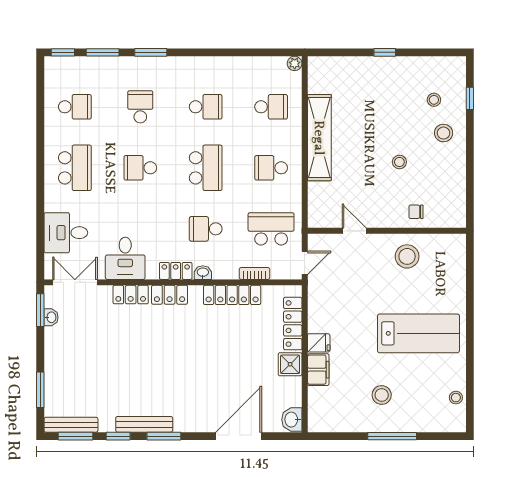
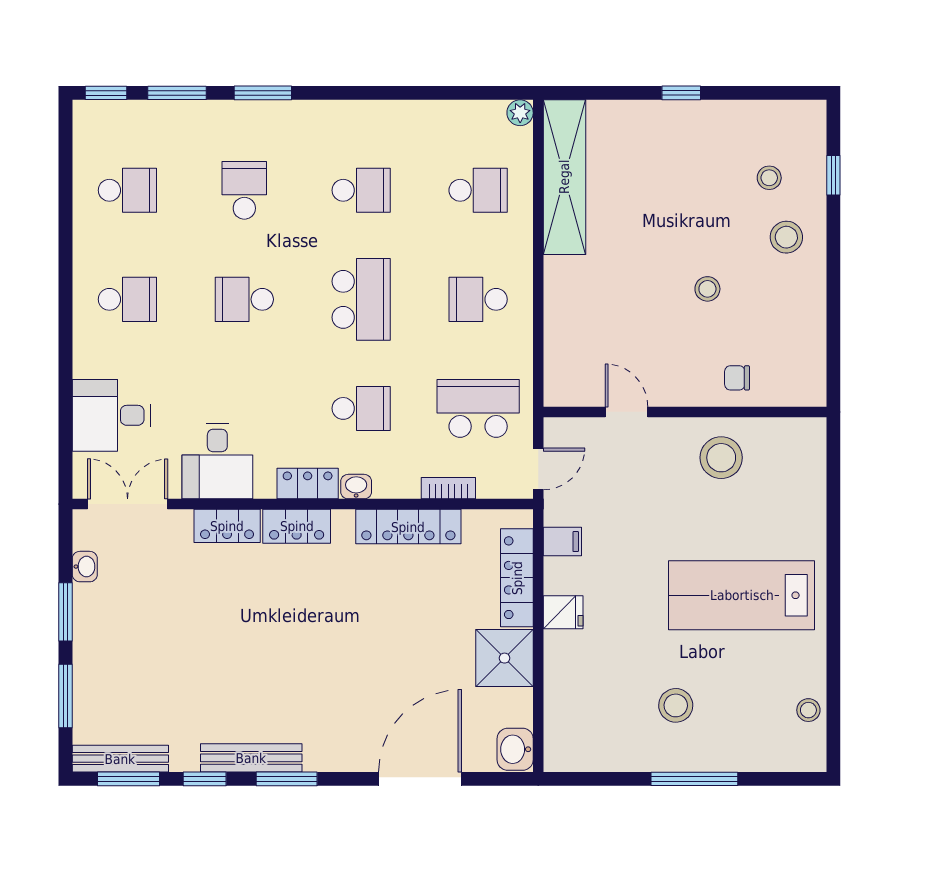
shelving: (319, 138) -> (564, 177), moved
school desk: (75, 168) -> (127, 299), width x0.54
school desk: (206, 229) -> (361, 408), turned 180
window: (40, 310) -> (66, 612), moved
lab bench: (418, 333) -> (742, 595), turned 180
shower: (290, 364) -> (504, 658), width x1.36, depth x1.36
filing cabinet: (318, 370) -> (562, 542), moved, width x0.50

